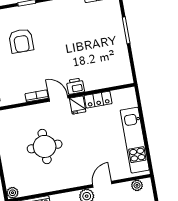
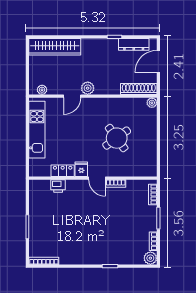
armchair: (21, 41) -> (121, 234), removed
printer: (75, 86) -> (58, 186), moved
round table: (45, 146) -> (117, 138), turned -36

